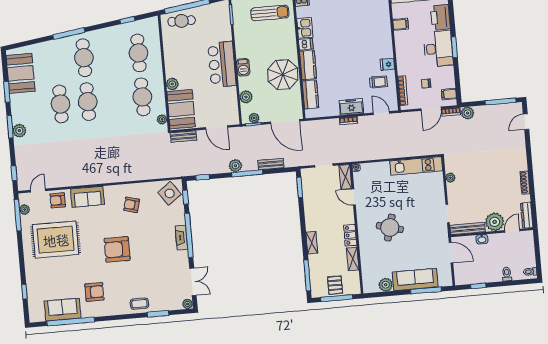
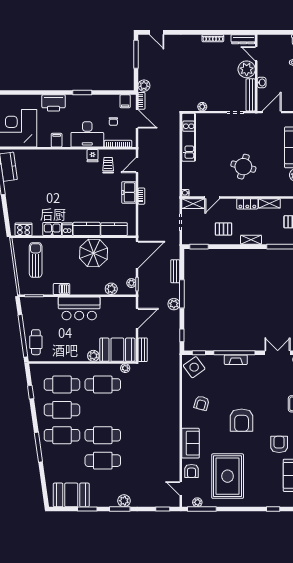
desk: (438, 49) -> (87, 134), moved, turned 180
cafe table: (111, 55) -> (62, 410), added
barbecue: (243, 67) -> (62, 289), moved
pallet: (321, 212) -> (223, 229), added

